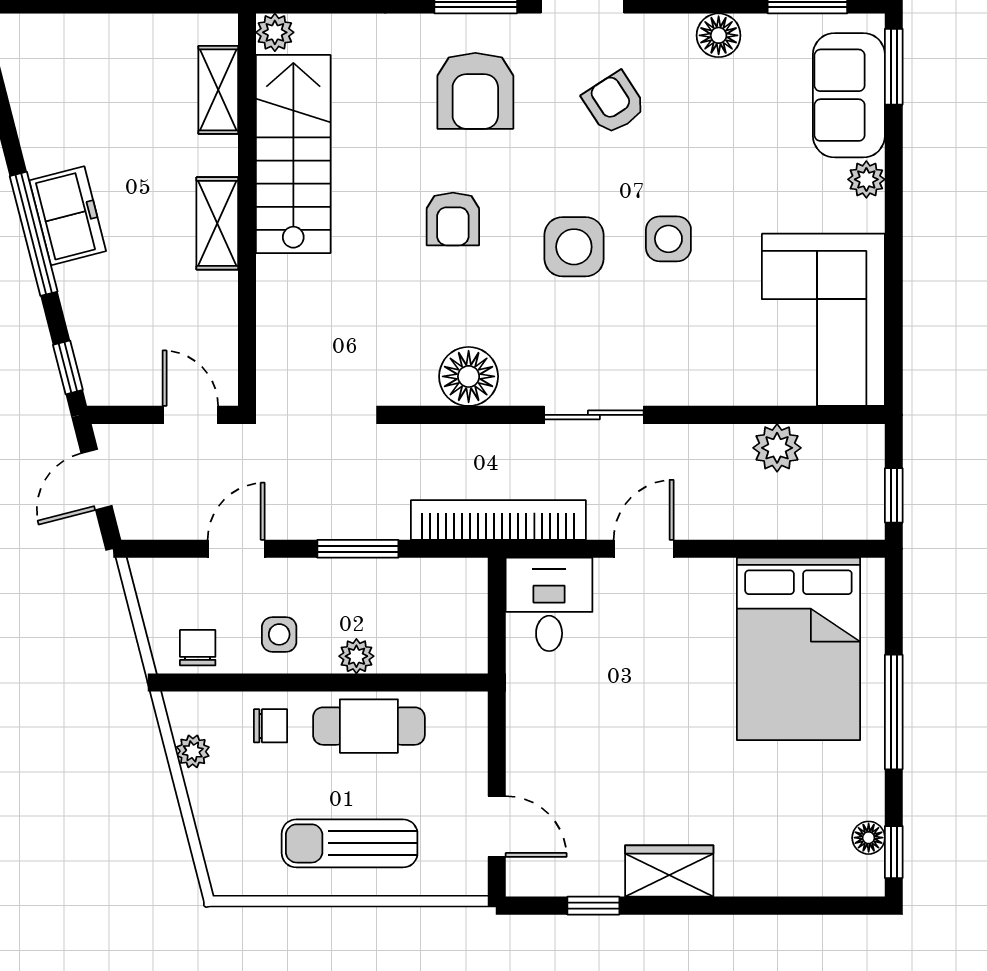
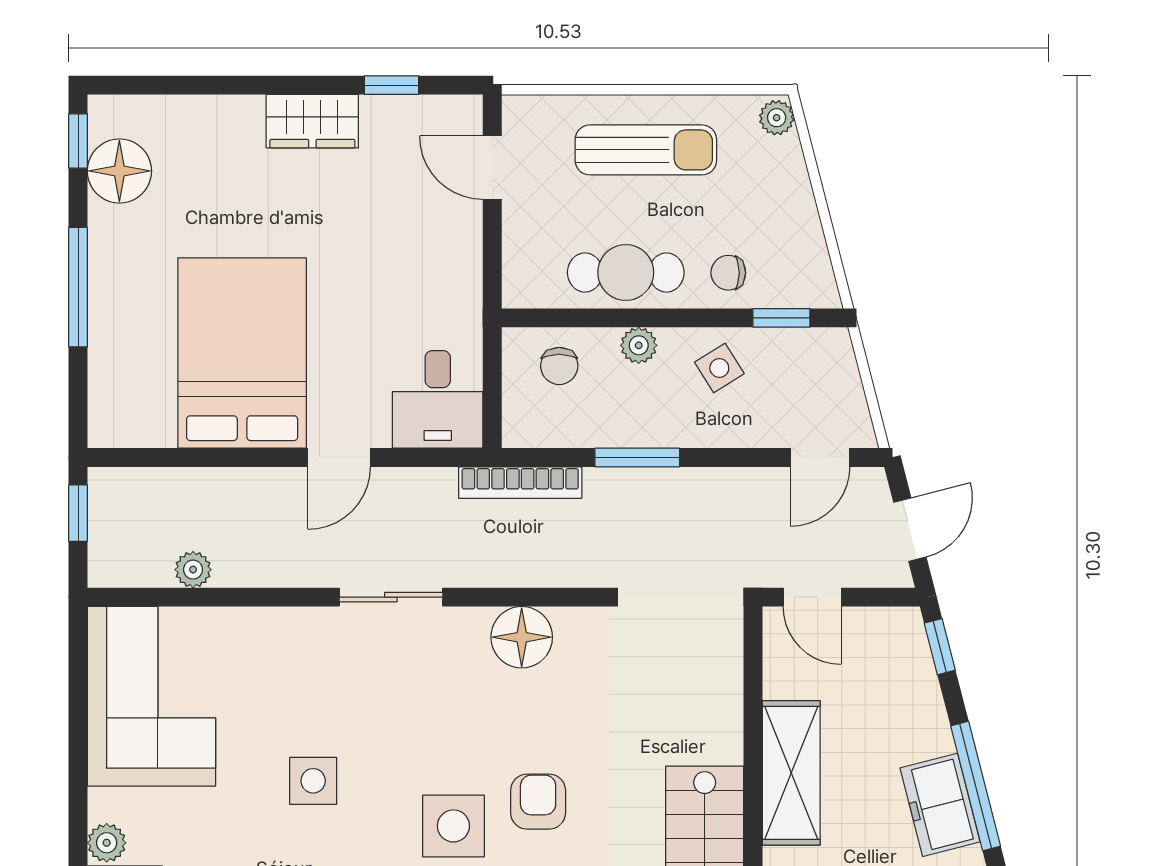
shelving: (217, 223) -> (791, 773), width x1.50, depth x1.33
side table: (574, 247) -> (453, 826), moved
plant: (777, 448) -> (193, 570), width x0.73, depth x0.73
bookcase: (498, 520) -> (520, 483), width x0.68, depth x0.76
door: (236, 549) -> (820, 457), moved
side table: (279, 634) -> (719, 368), turned -32
chair: (198, 648) -> (559, 366), moved
bed: (798, 649) -> (242, 353), moved
window: (220, 683) -> (781, 318), added
plant: (193, 751) -> (777, 118), moved
floor lamp: (869, 838) -> (119, 171), width x1.89, depth x1.89

